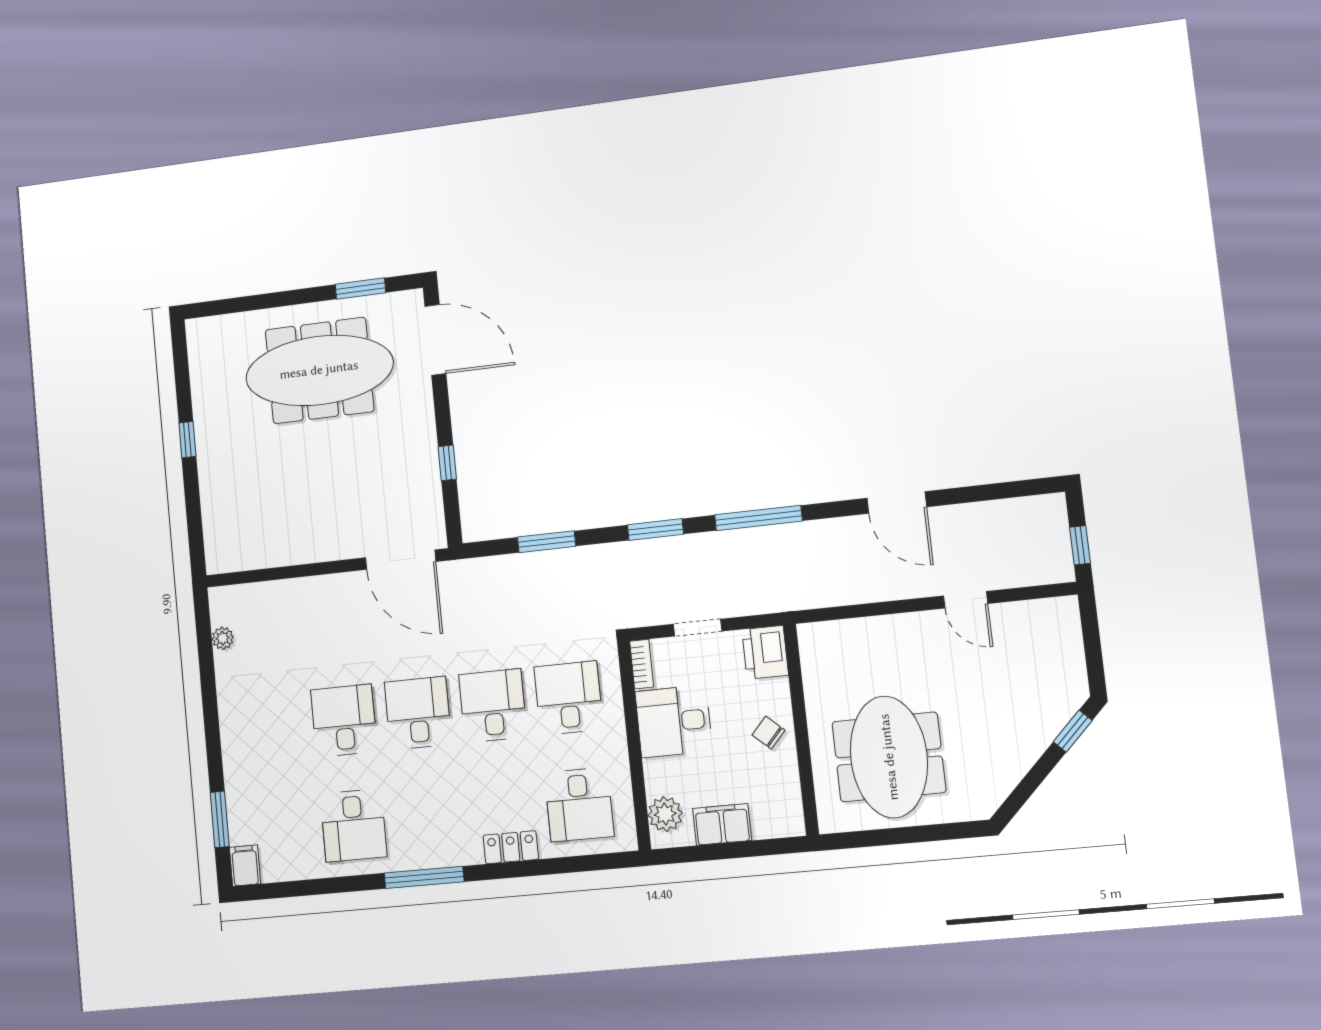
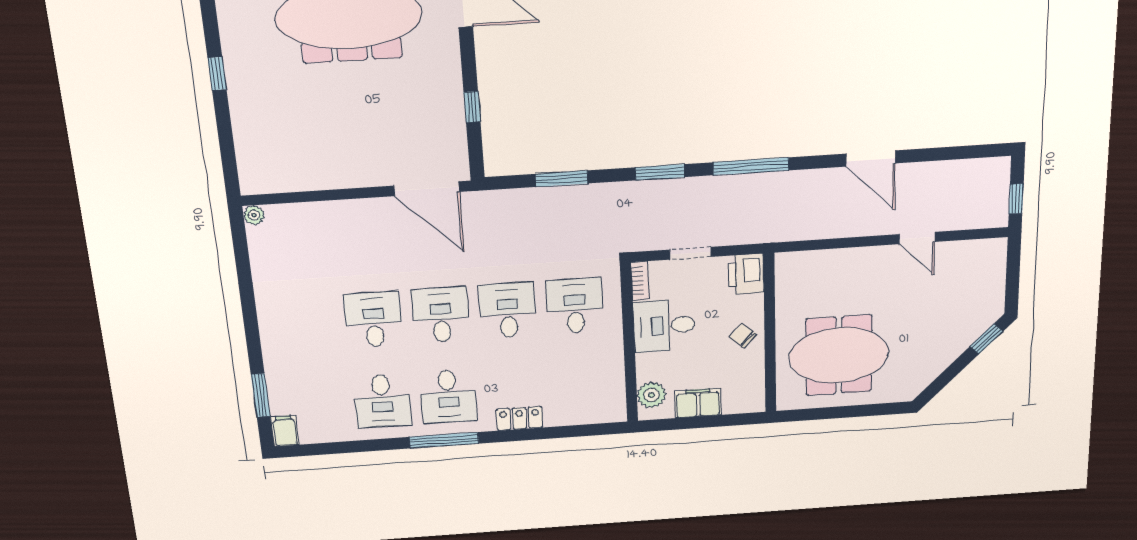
plant: (223, 638) -> (254, 215), moved
meeting table: (889, 757) -> (839, 355), turned 90
desk: (579, 805) -> (448, 396), moved

